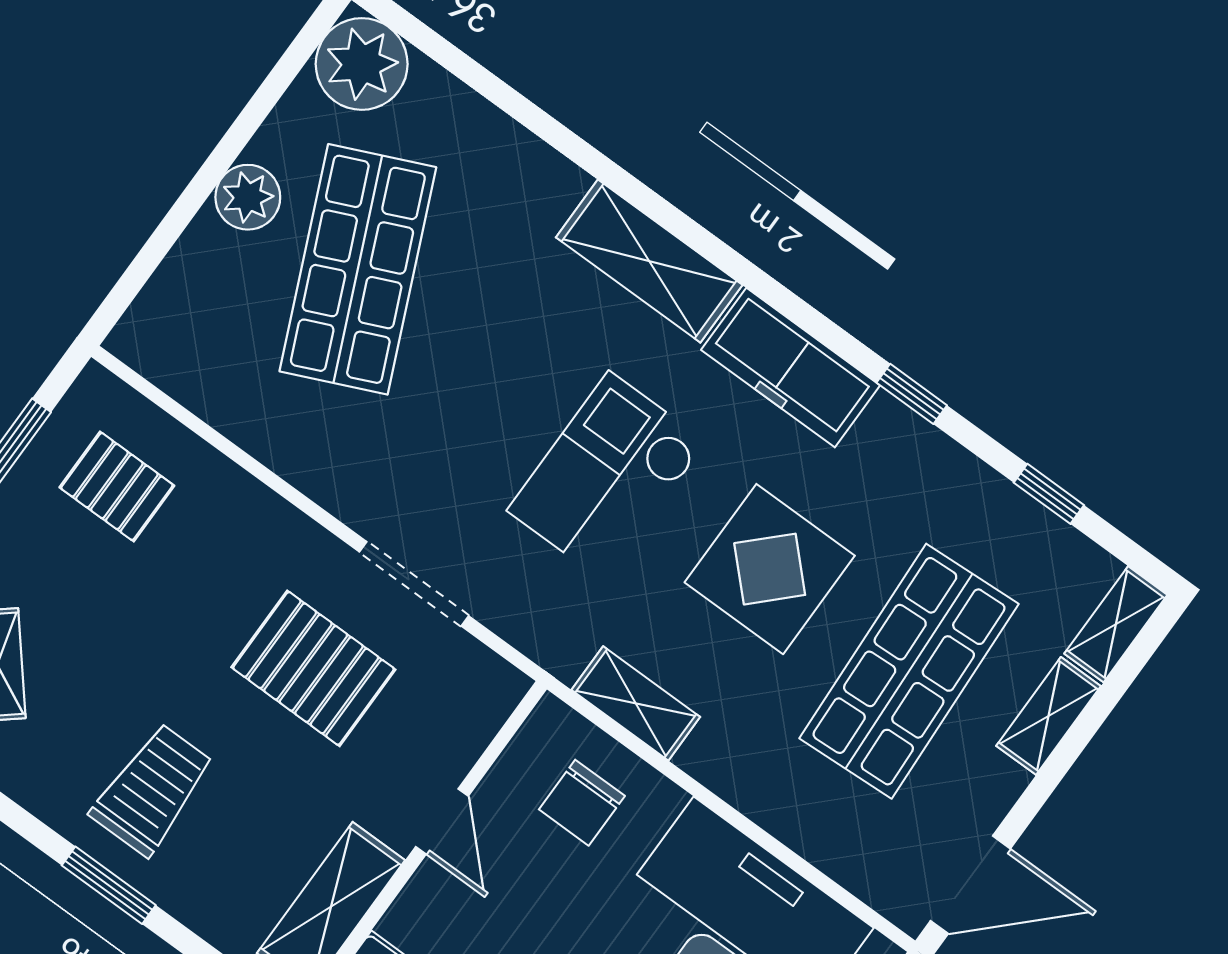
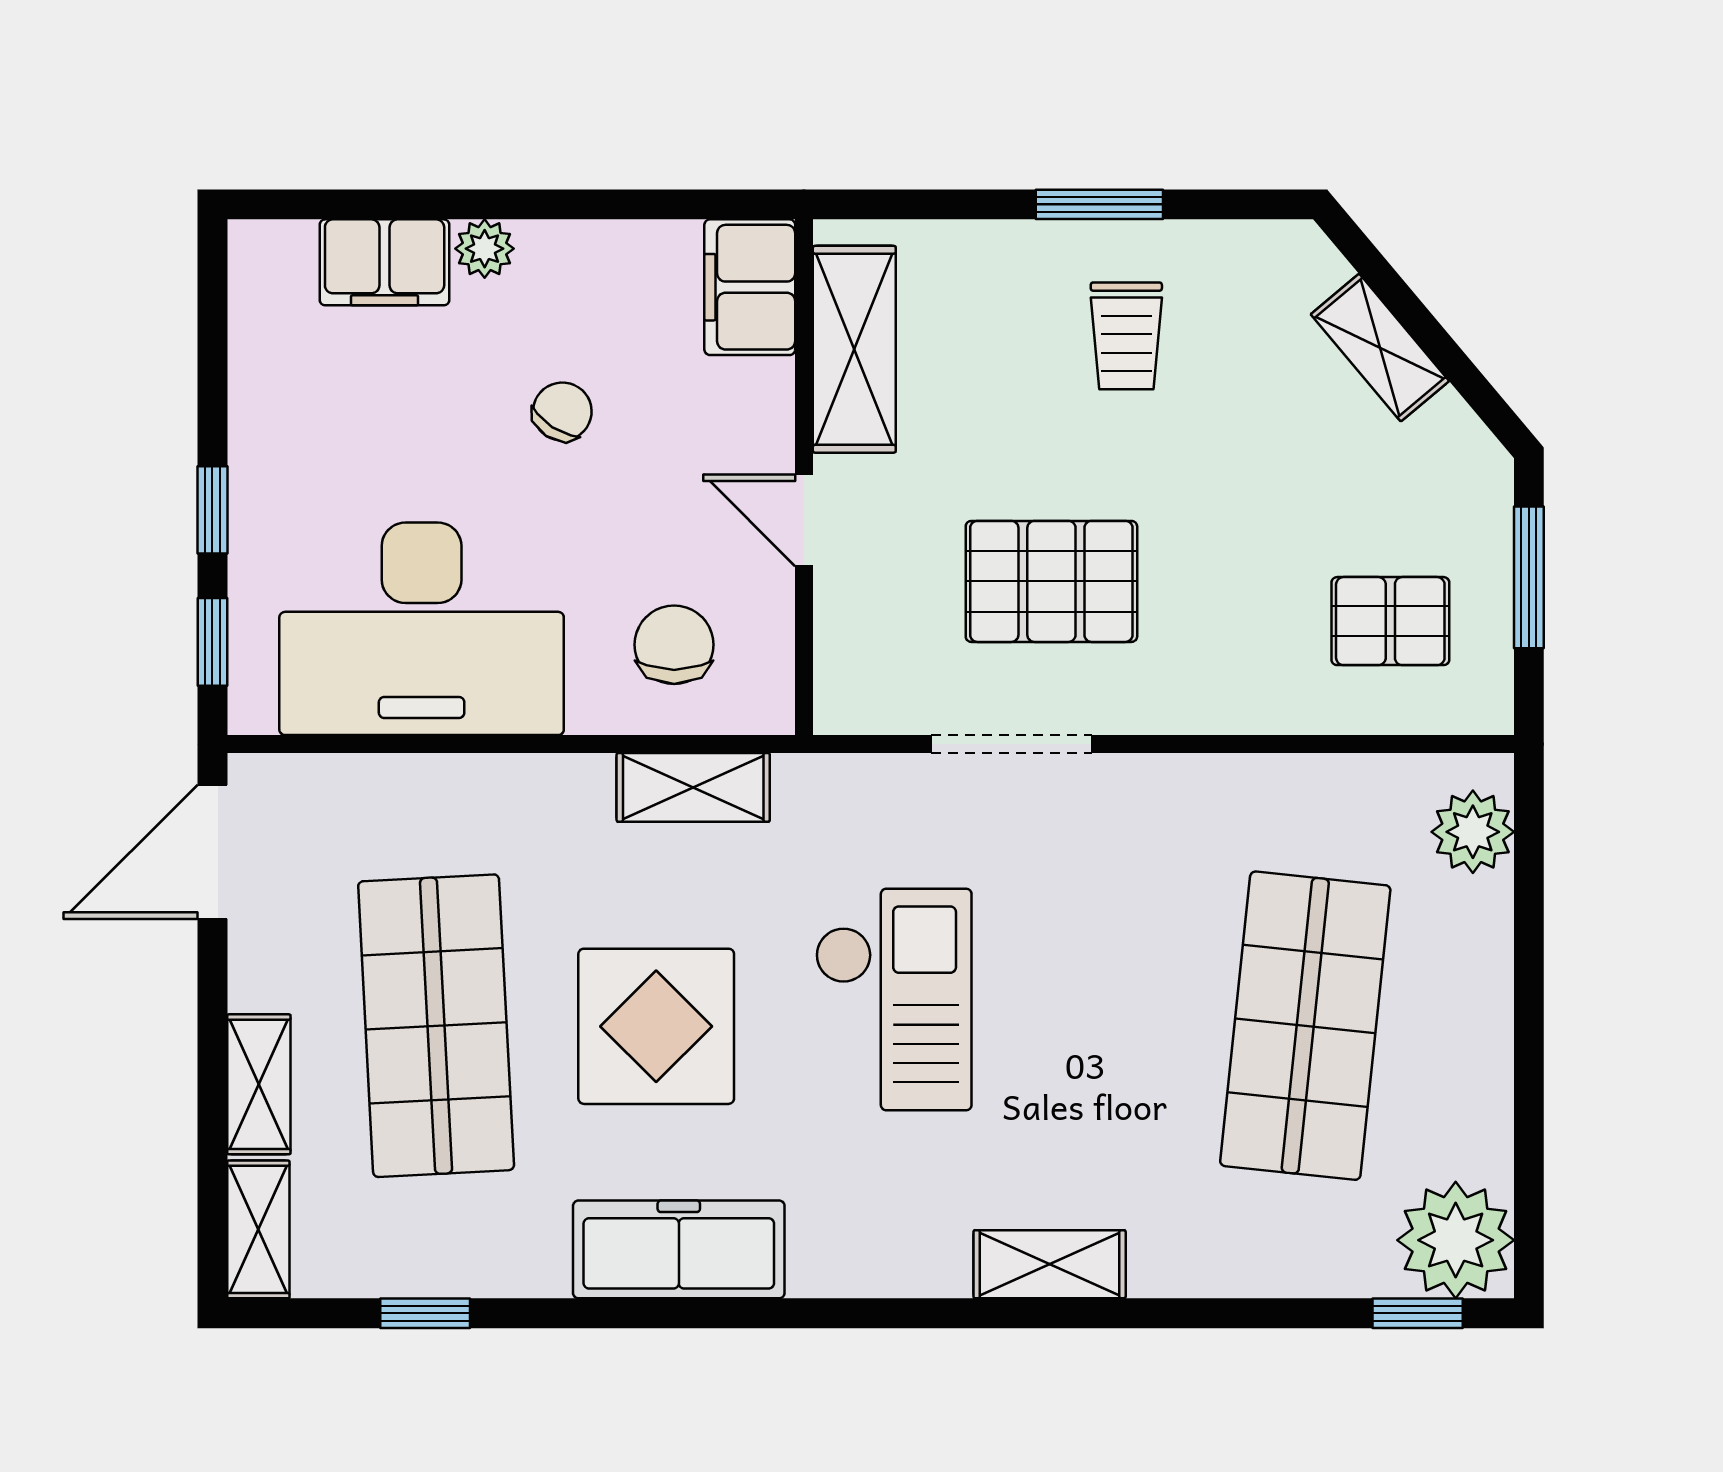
plant: (248, 197) -> (1473, 832), moved
shelving: (649, 261) -> (1050, 1264), width x0.67, depth x0.75
shop shelf: (358, 269) -> (1305, 1026), turned 30
freezer: (791, 368) -> (679, 1249), moved
window: (912, 394) -> (1418, 1313), moved
trolley: (152, 789) -> (1126, 336), width x0.73, depth x0.72

